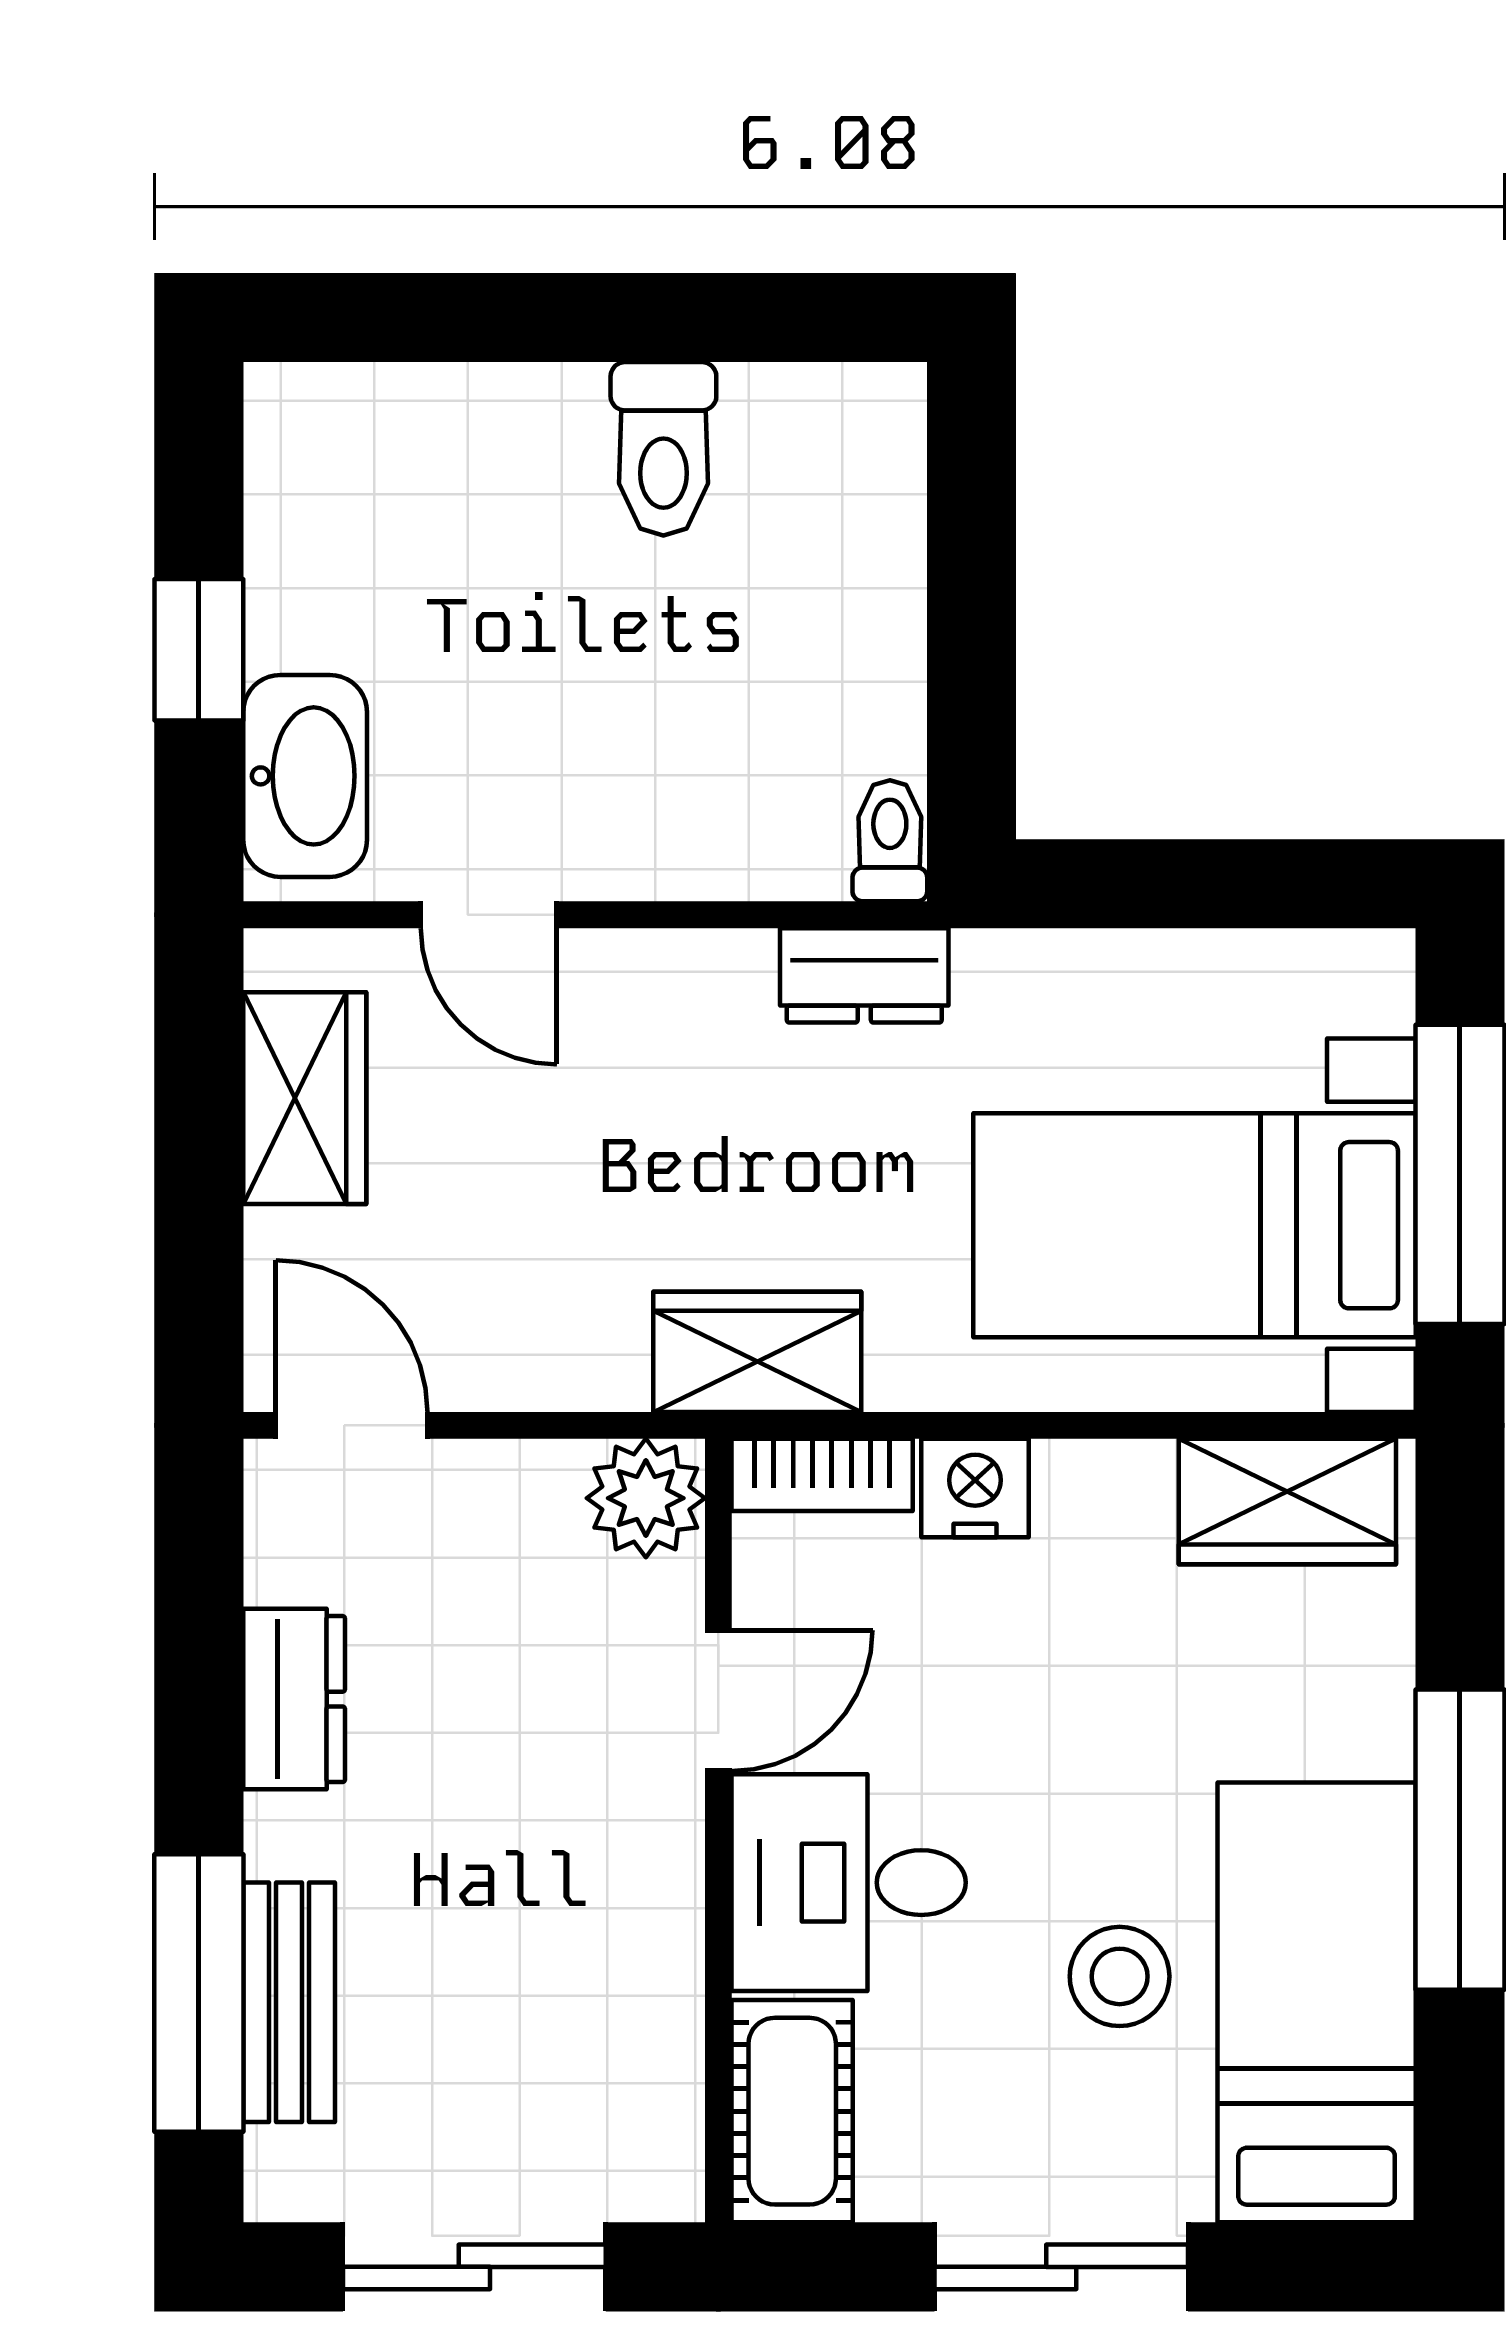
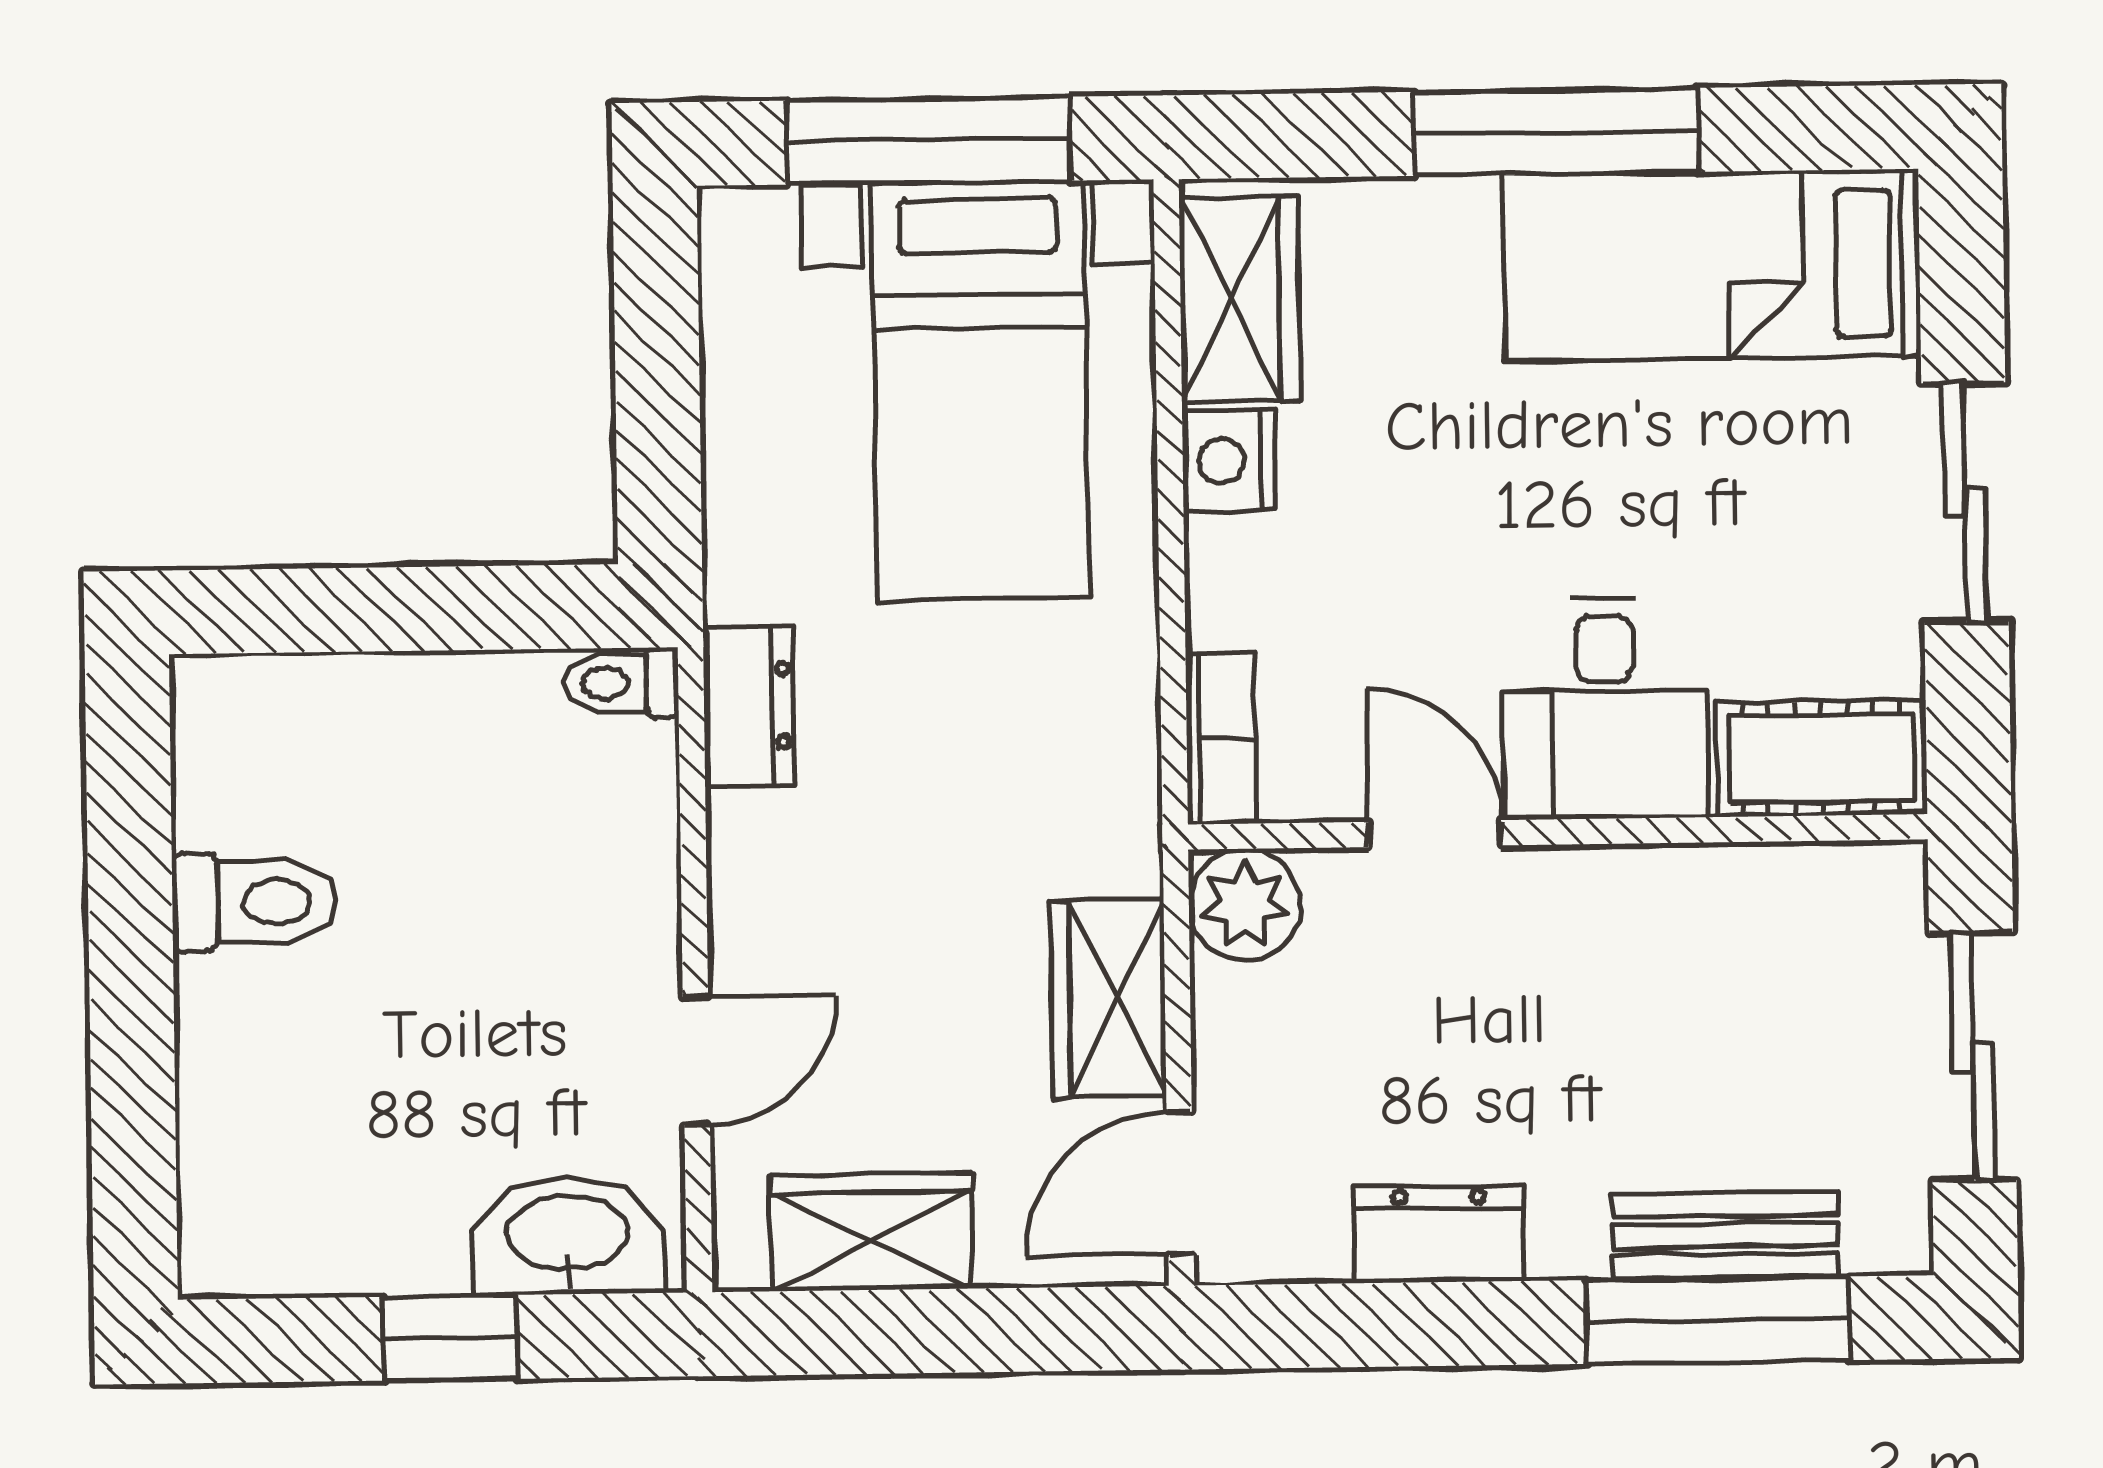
wardrobe: (757, 1352) -> (1108, 998), moved
nightstand: (975, 1488) -> (1229, 461), moved
stool: (1120, 1976) -> (1690, 451), removed

